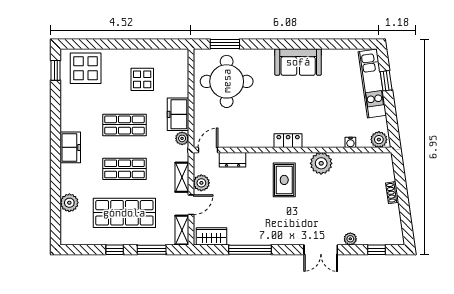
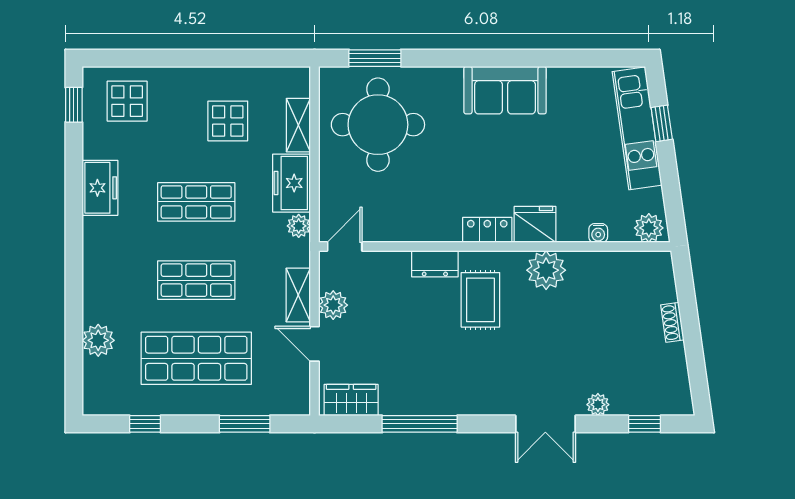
display table: (86, 68) -> (127, 101), width x0.73, depth x0.73
fridge: (315, 138) -> (535, 224), added
freezer: (70, 147) -> (100, 188), moved
dresser: (233, 160) -> (435, 264), moved
door: (191, 205) -> (315, 344), swing flipped
shelving: (182, 230) -> (298, 125), moved
window: (115, 250) -> (145, 424), moved

